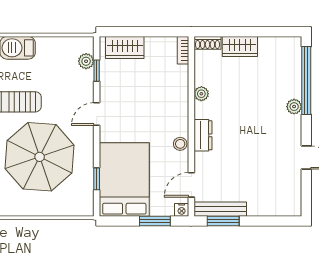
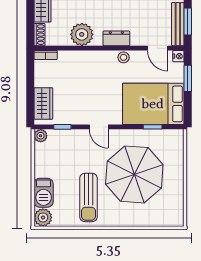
plant: (86, 61) -> (41, 136), moved
plant: (201, 94) -> (82, 34), width x1.87, depth x1.87

